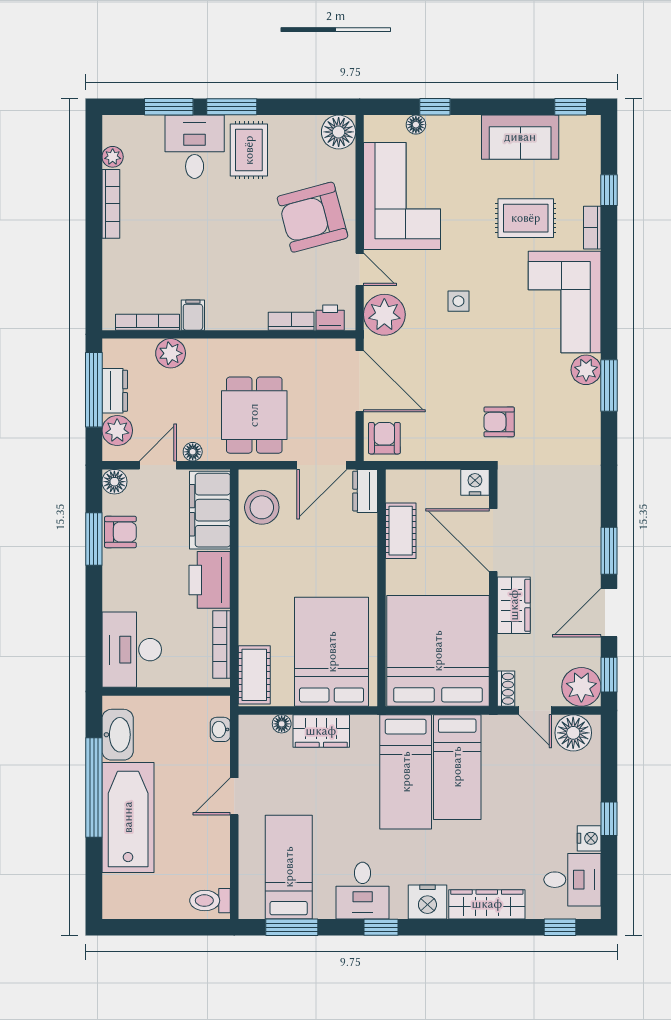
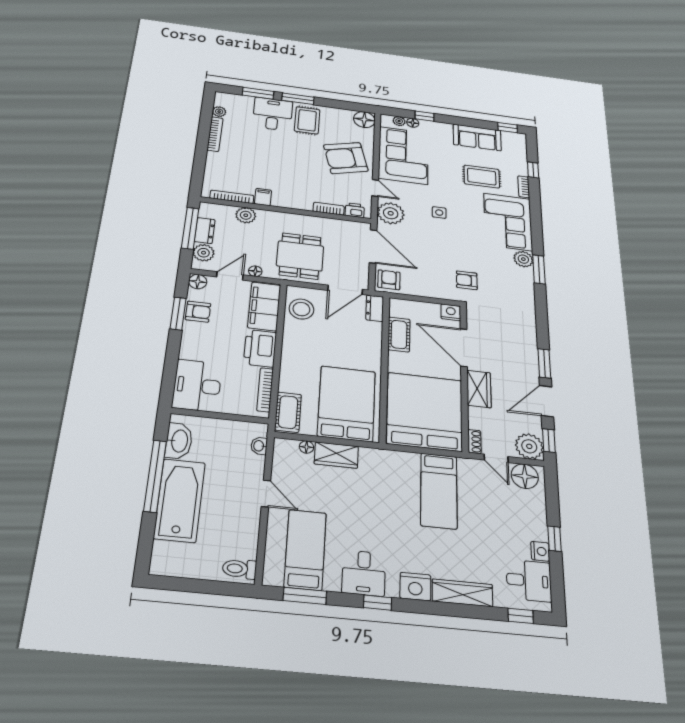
plant: (394, 125) -> (399, 121), added
bed: (406, 772) -> (400, 490), removed
door: (234, 796) -> (266, 494), swing flipped

